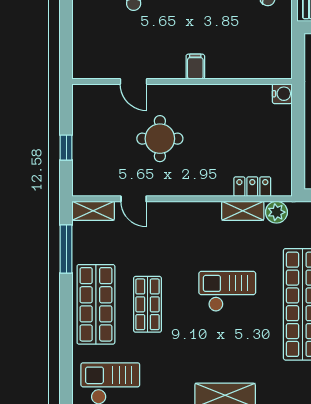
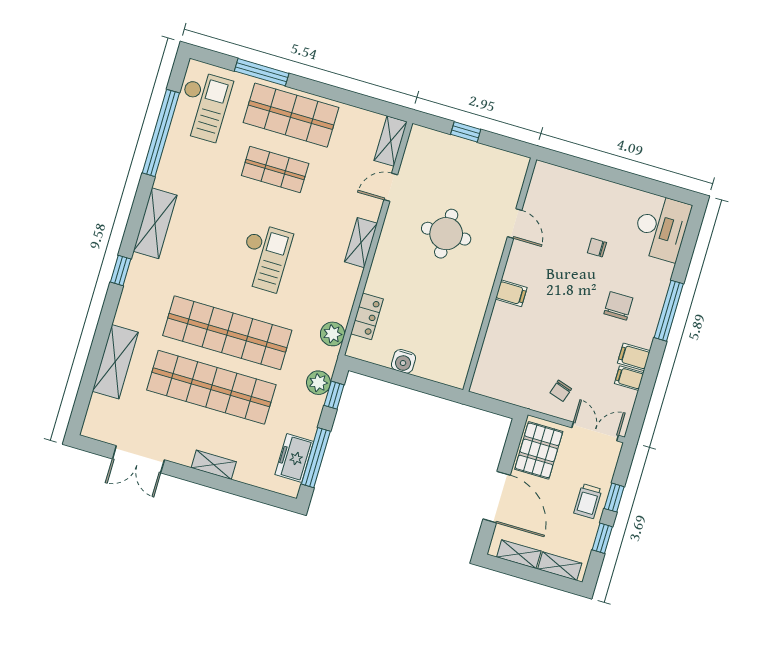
door: (133, 81) -> (515, 223), swing flipped
water cooler: (282, 94) -> (404, 361), moved
shelving: (243, 211) -> (361, 243), moved
window: (66, 249) -> (262, 72), moved

